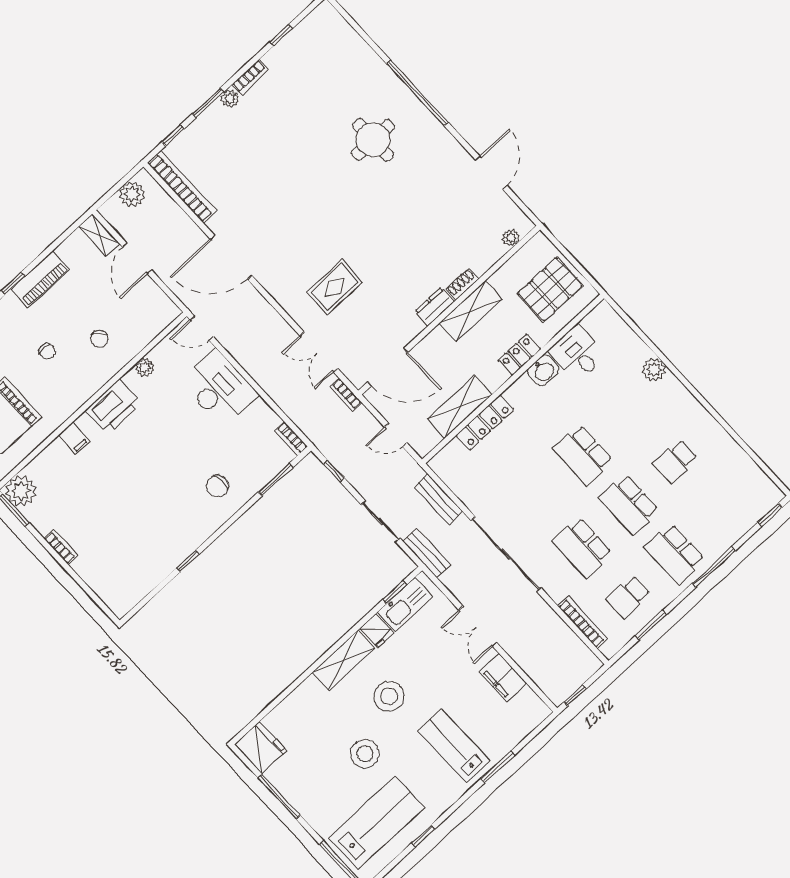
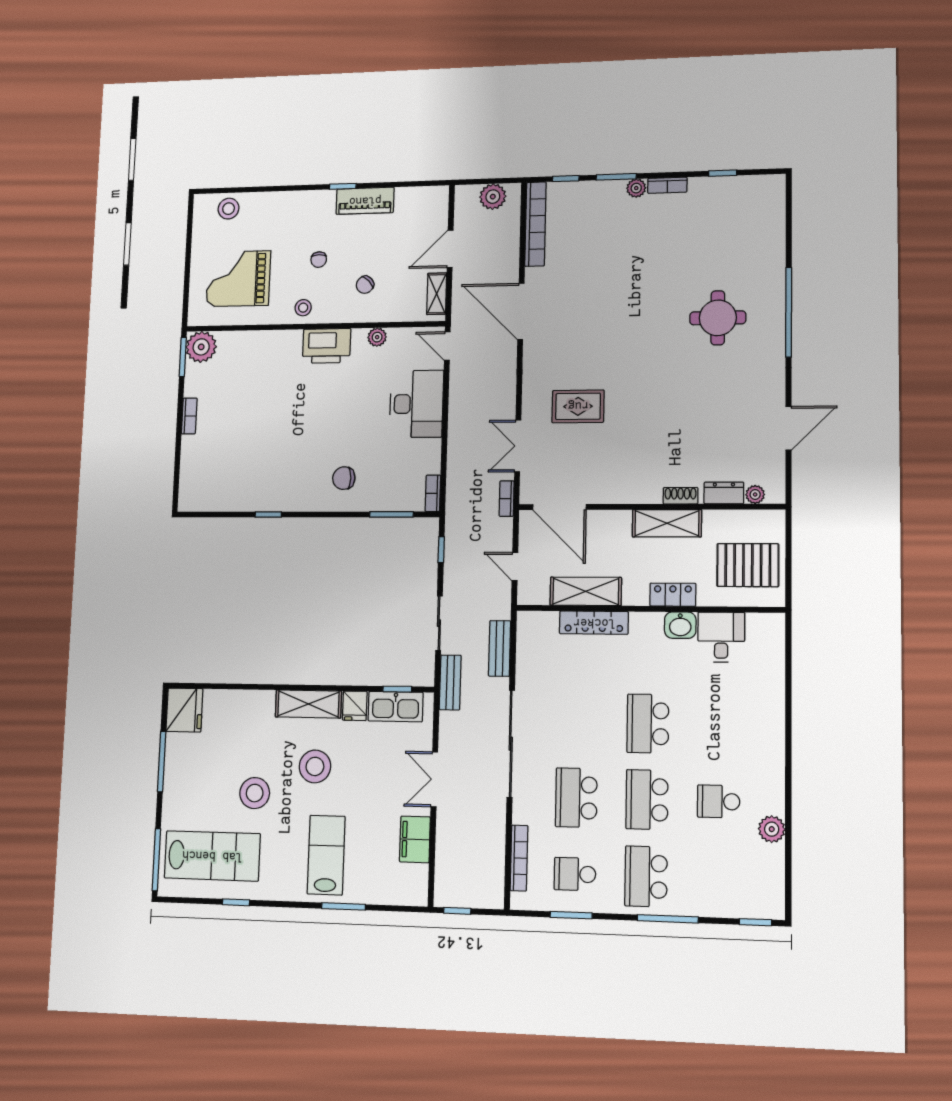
shelving: (99, 235) -> (437, 294), moved
dresser: (435, 306) -> (724, 493), moved
plant: (654, 370) -> (772, 829), moved
stool: (70, 395) -> (303, 308), added
filing cabinet: (74, 438) -> (276, 343), removed

